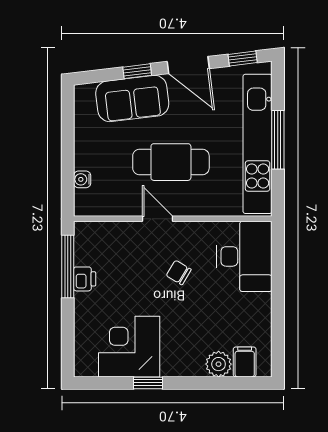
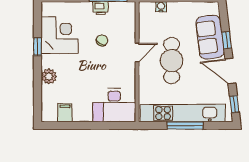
door: (188, 65) -> (230, 71), hinge flipped
chair: (179, 273) -> (102, 40), moved
filing cabinet: (245, 362) -> (65, 113), moved, turned -90
plant: (219, 364) -> (49, 76), moved

